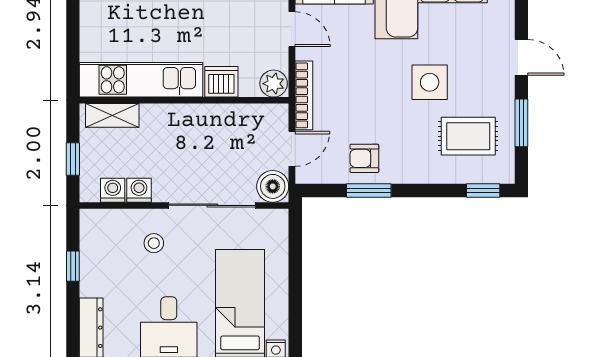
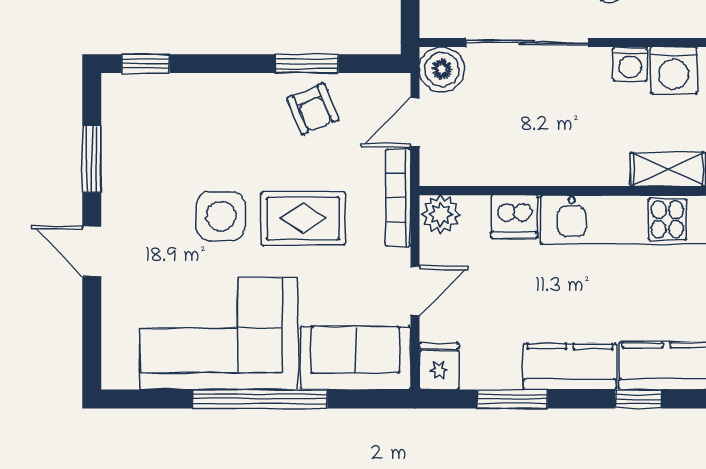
door: (292, 29) -> (415, 291), swing flipped
rug: (468, 136) -> (303, 218), moved
armchair: (364, 158) -> (313, 109), turned 67
washing machine: (113, 190) -> (674, 70), width x1.38, depth x1.38

